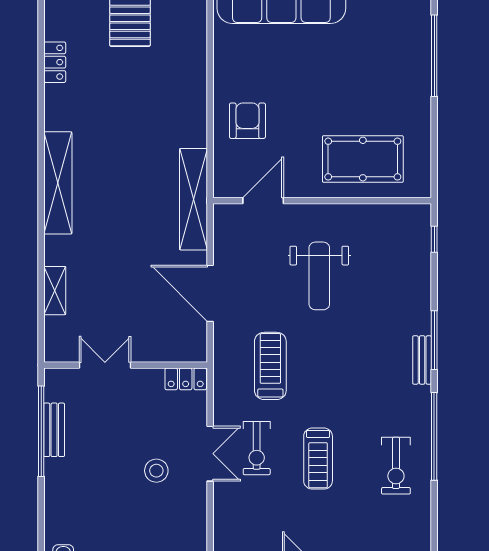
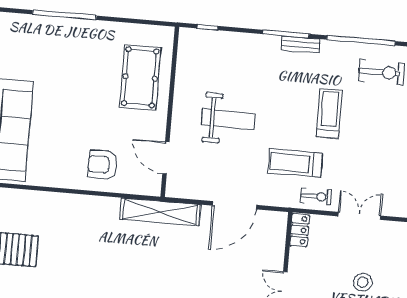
exercise bike: (257, 448) -> (316, 196), moved, width x0.73, depth x0.72
treadmill: (318, 459) -> (329, 114), moved, turned -90
stool: (156, 471) -> (363, 282), moved

